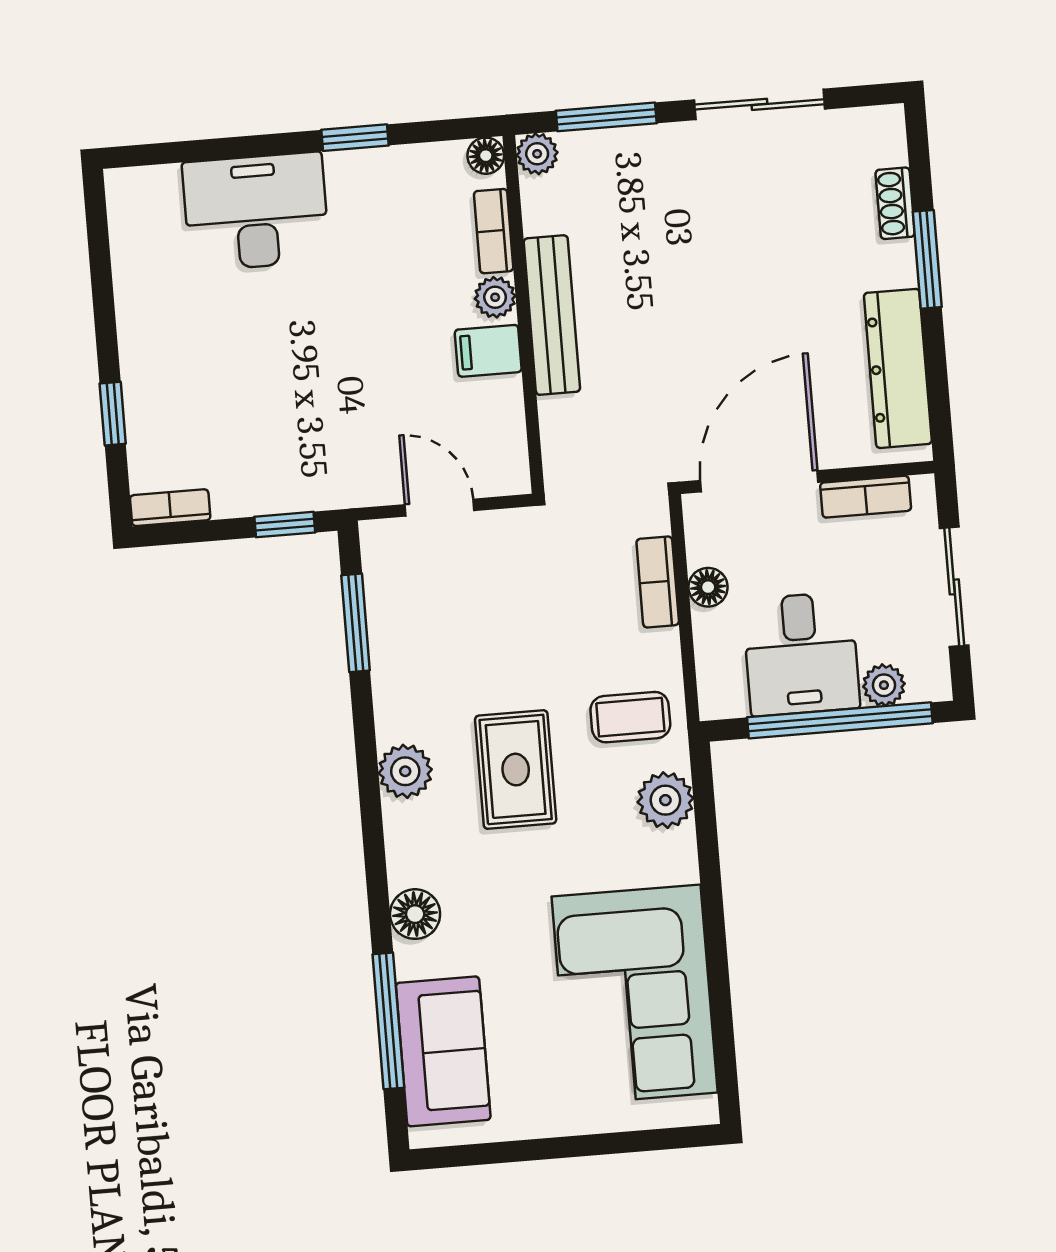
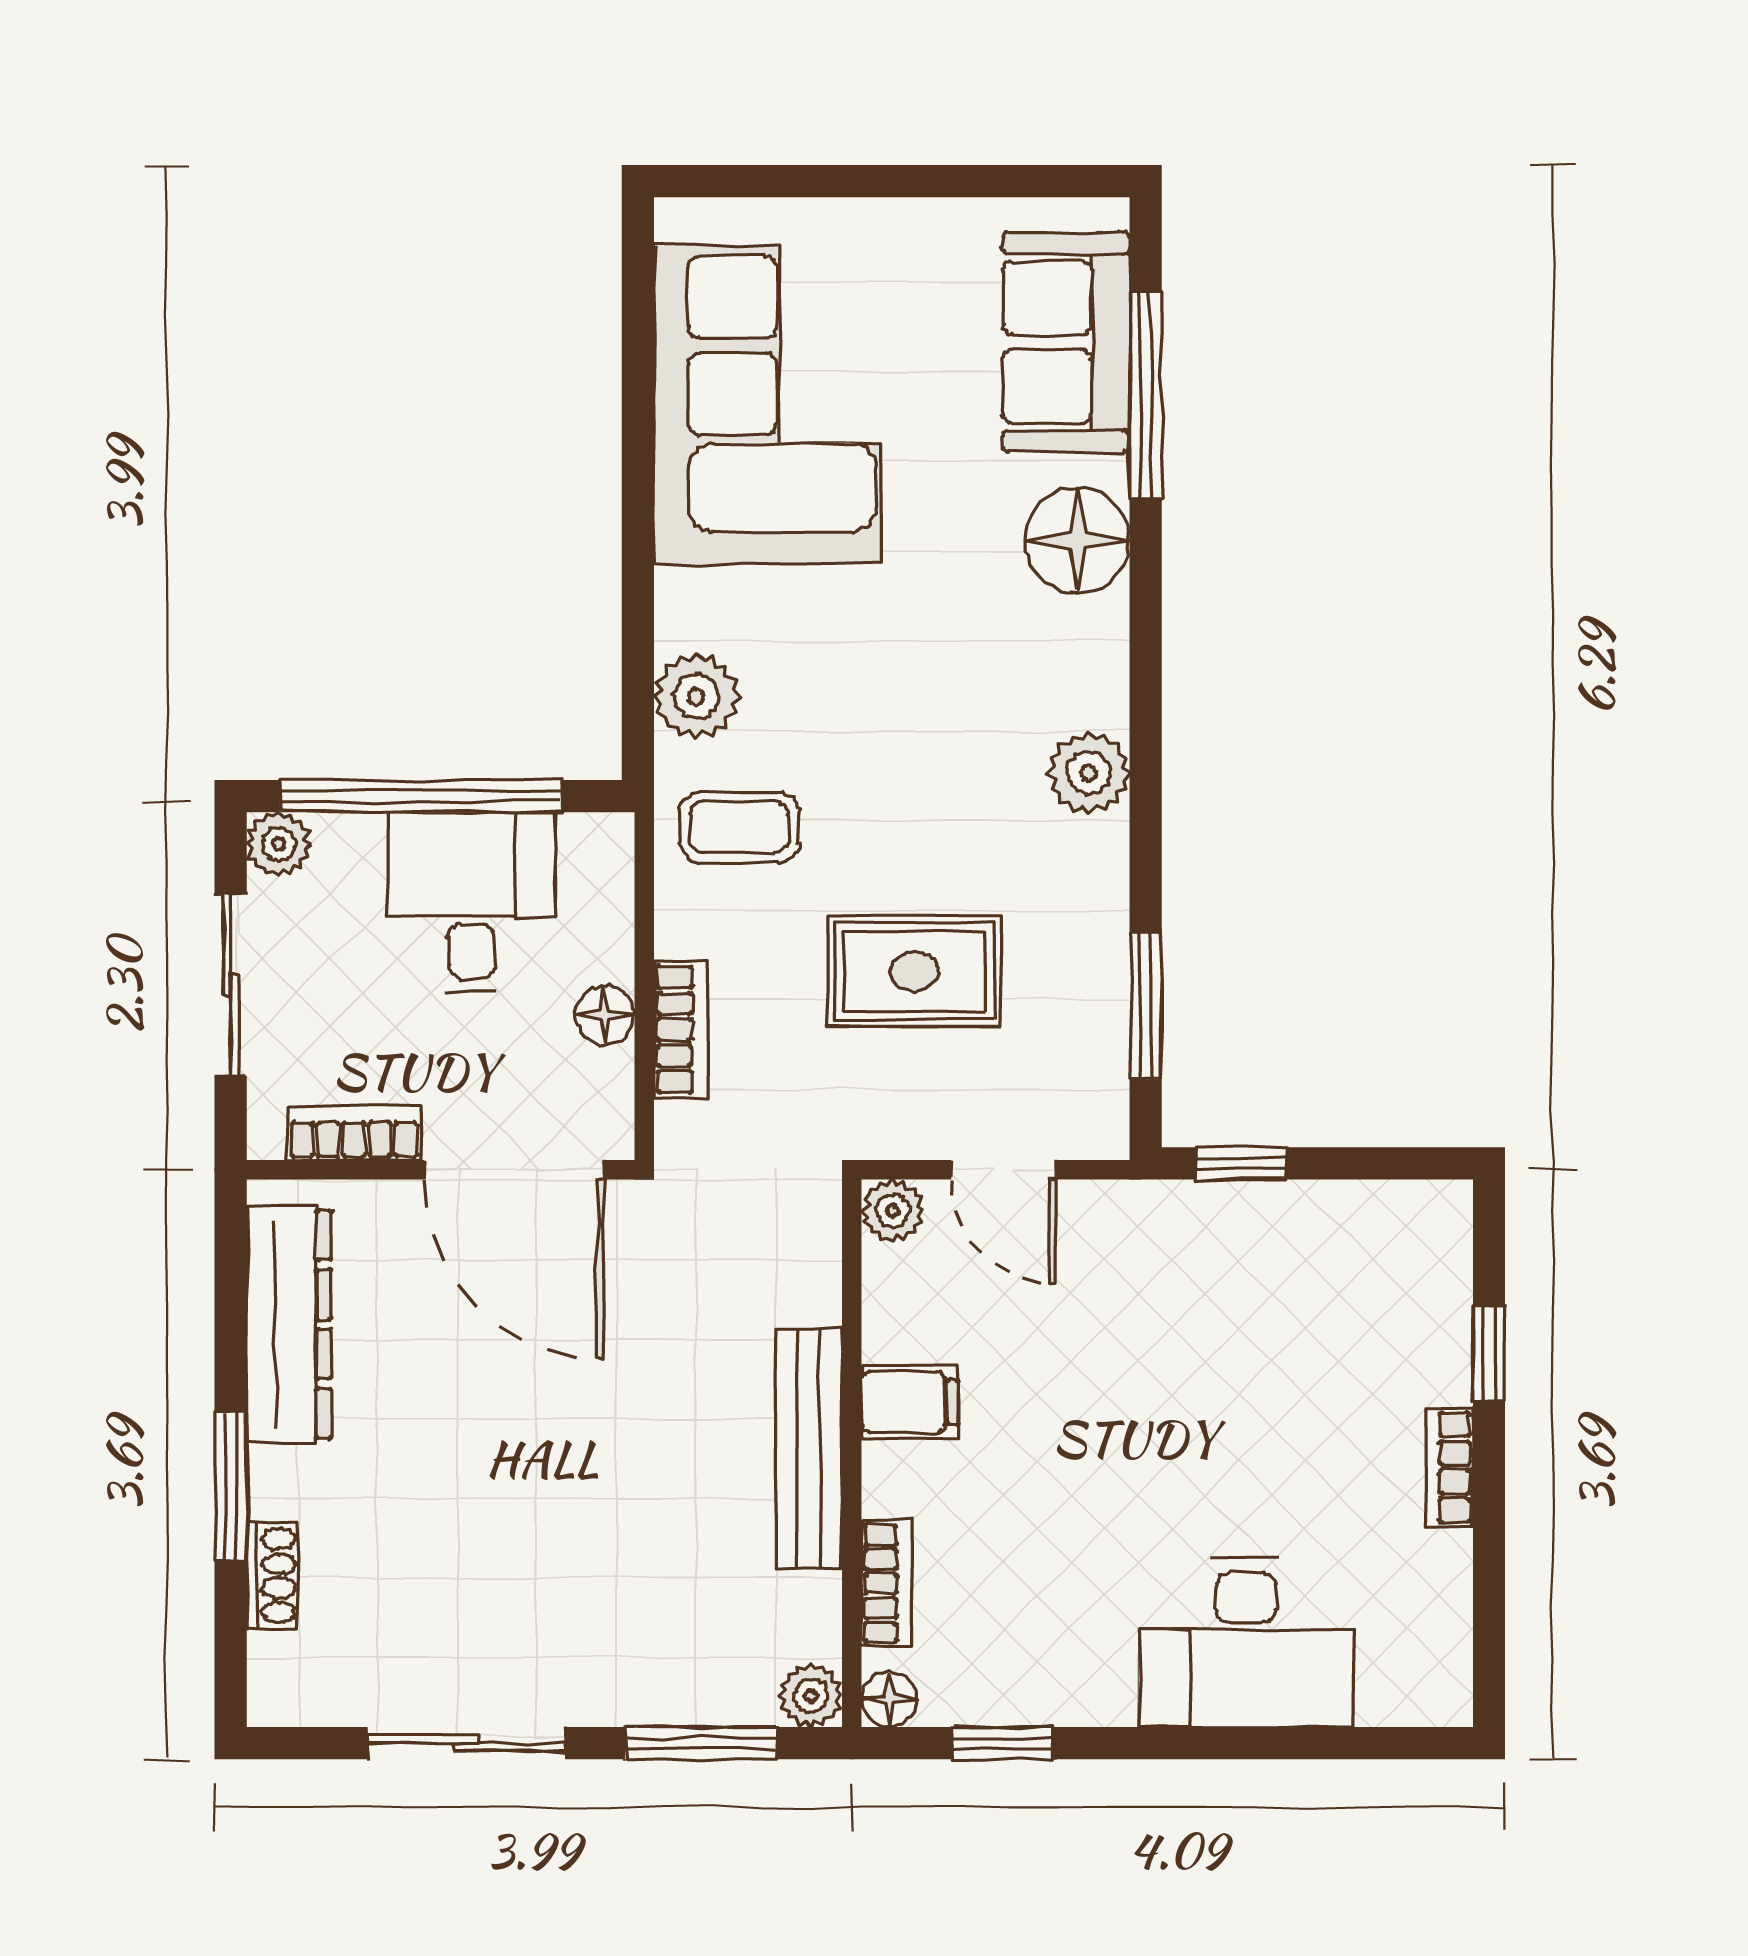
window: (355, 138) -> (1003, 1743), moved
plant: (495, 297) -> (893, 1211), moved
door: (759, 481) -> (514, 1170), hinge flipped
bookcase: (170, 508) -> (1449, 1467), moved, turned 90
plant: (884, 685) -> (279, 844), moved
rug: (516, 770) -> (914, 971), moved, turned 90
floor lamp: (415, 914) -> (1077, 540), width x1.38, depth x1.38

